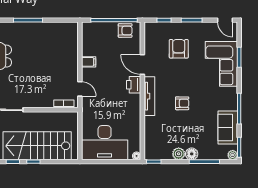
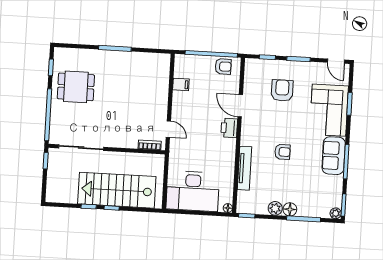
filing cabinet: (89, 62) -> (181, 84), moved
tv unit: (149, 96) -> (245, 168), moved
sofa: (228, 128) -> (334, 156), moved

